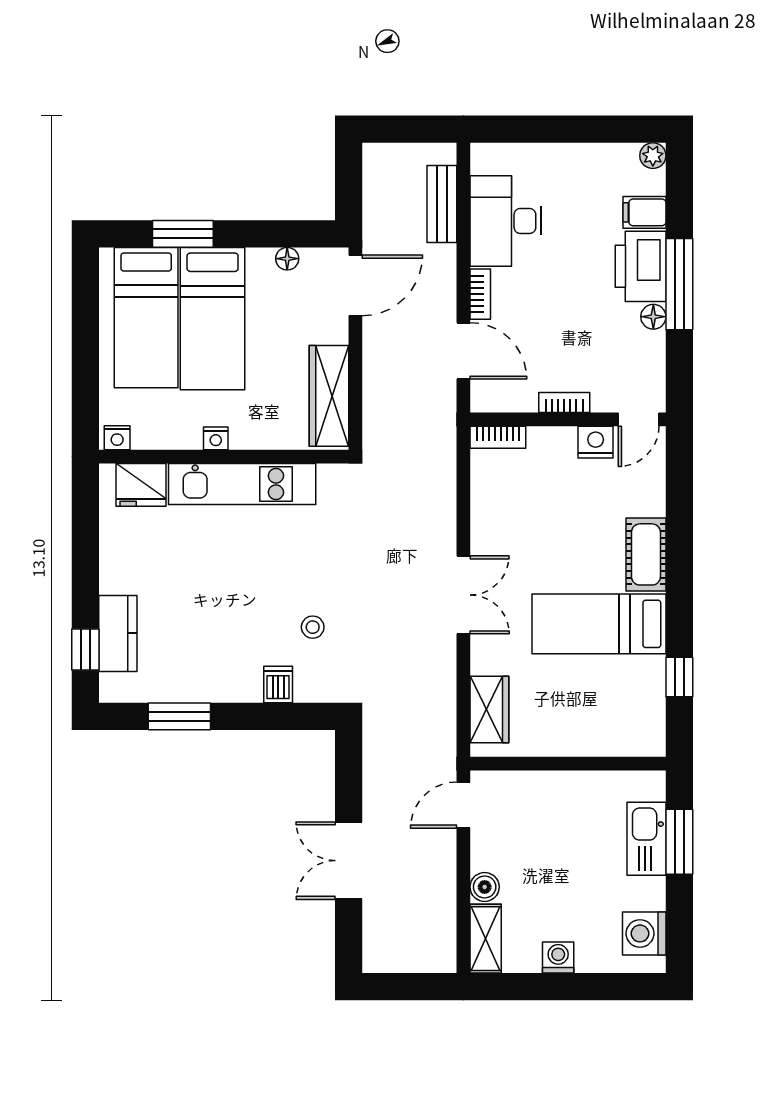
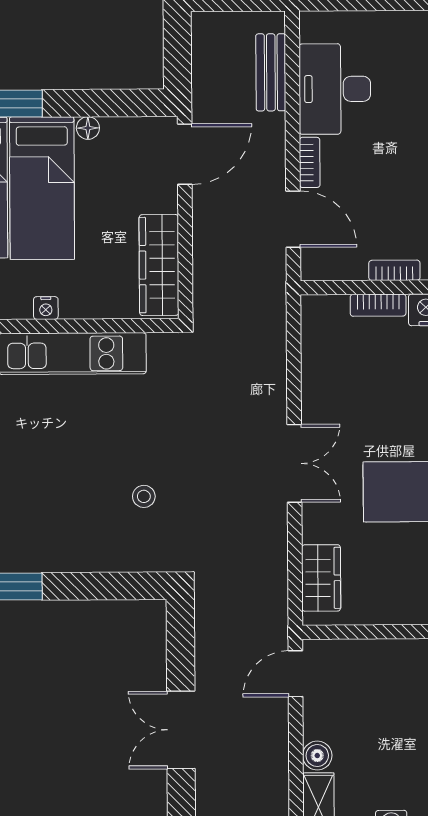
floor lamp: (287, 259) -> (88, 128), moved
bookcase: (498, 437) -> (378, 305), moved
dishwasher: (278, 685) -> (110, 554), removed

